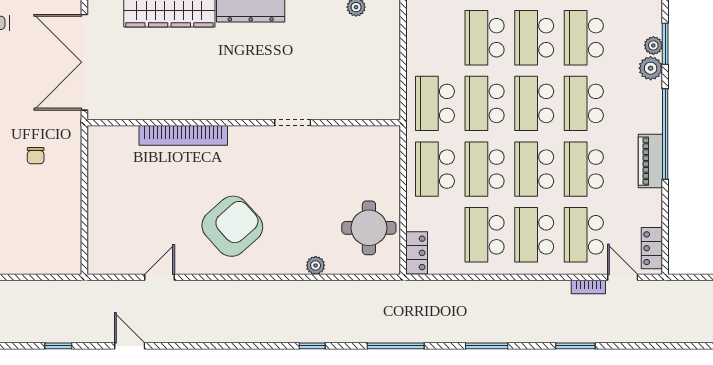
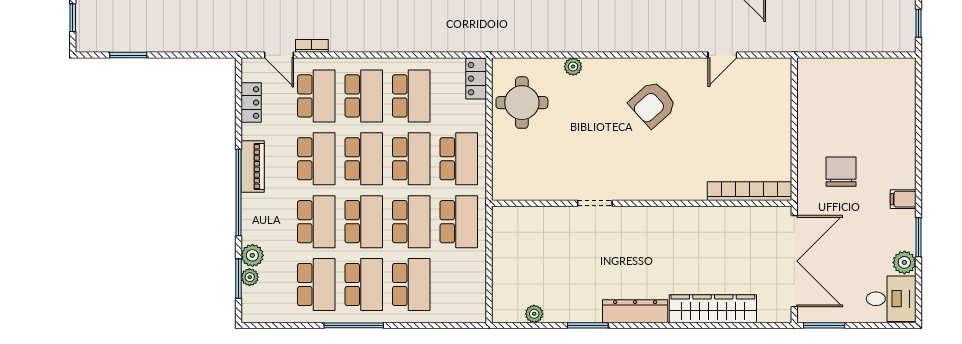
bookcase: (183, 135) -> (749, 191), moved
chair: (36, 156) -> (841, 172), width x1.87, depth x1.87
armchair: (232, 226) -> (653, 104), width x0.73, depth x0.73
locker: (652, 248) -> (251, 103), moved

